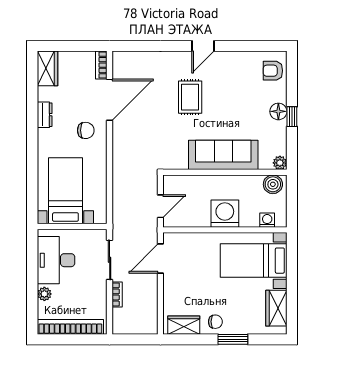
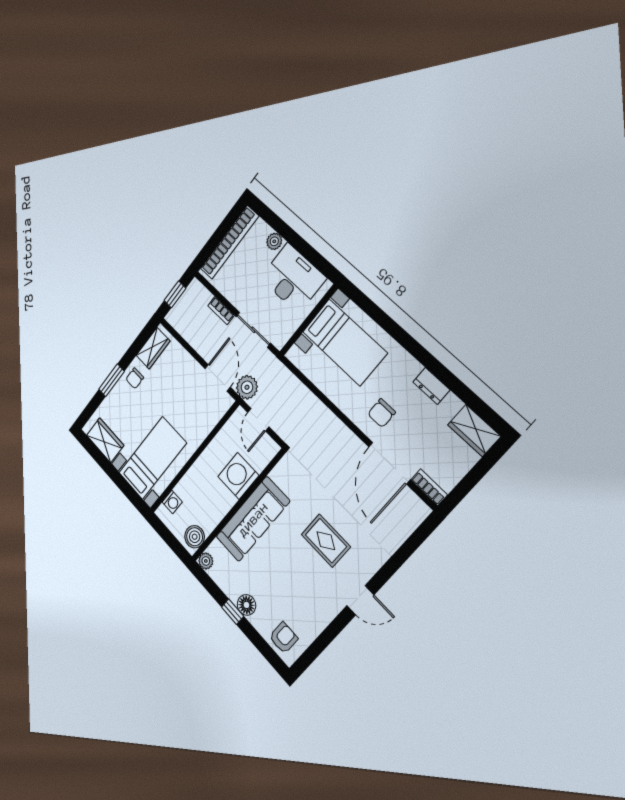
door: (203, 46) -> (360, 600), swing flipped
washing machine: (225, 214) -> (238, 476), moved, turned 180
plant: (148, 232) -> (247, 387), added
window: (136, 339) -> (175, 294), added

